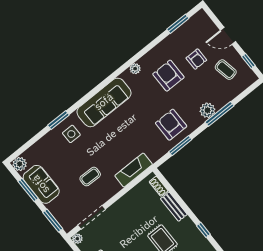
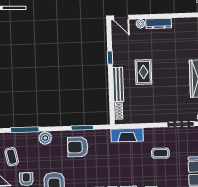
window: (220, 114) -> (25, 130), moved
armchair: (171, 125) -> (78, 147), turned 90
bench: (174, 207) -> (118, 84), width x1.36

